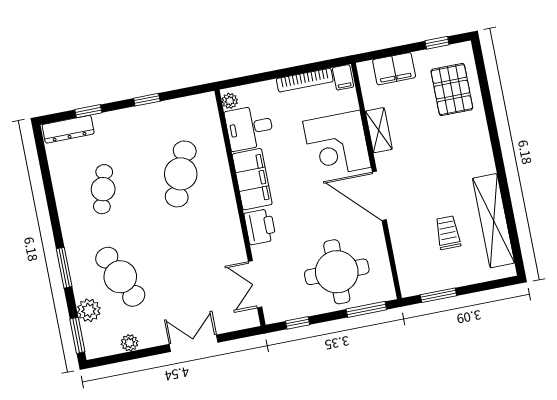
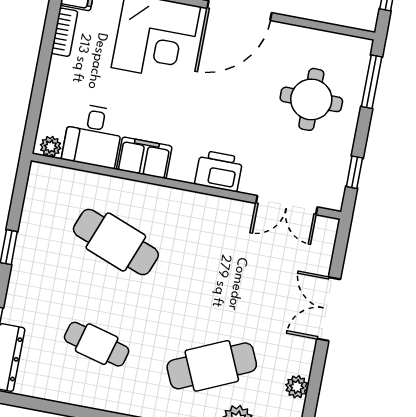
bookcase: (305, 80) -> (64, 32), width x0.64
filing cabinet: (252, 179) -> (144, 158), width x0.67, depth x0.86
round table: (337, 272) -> (311, 99), width x0.73, depth x0.73

